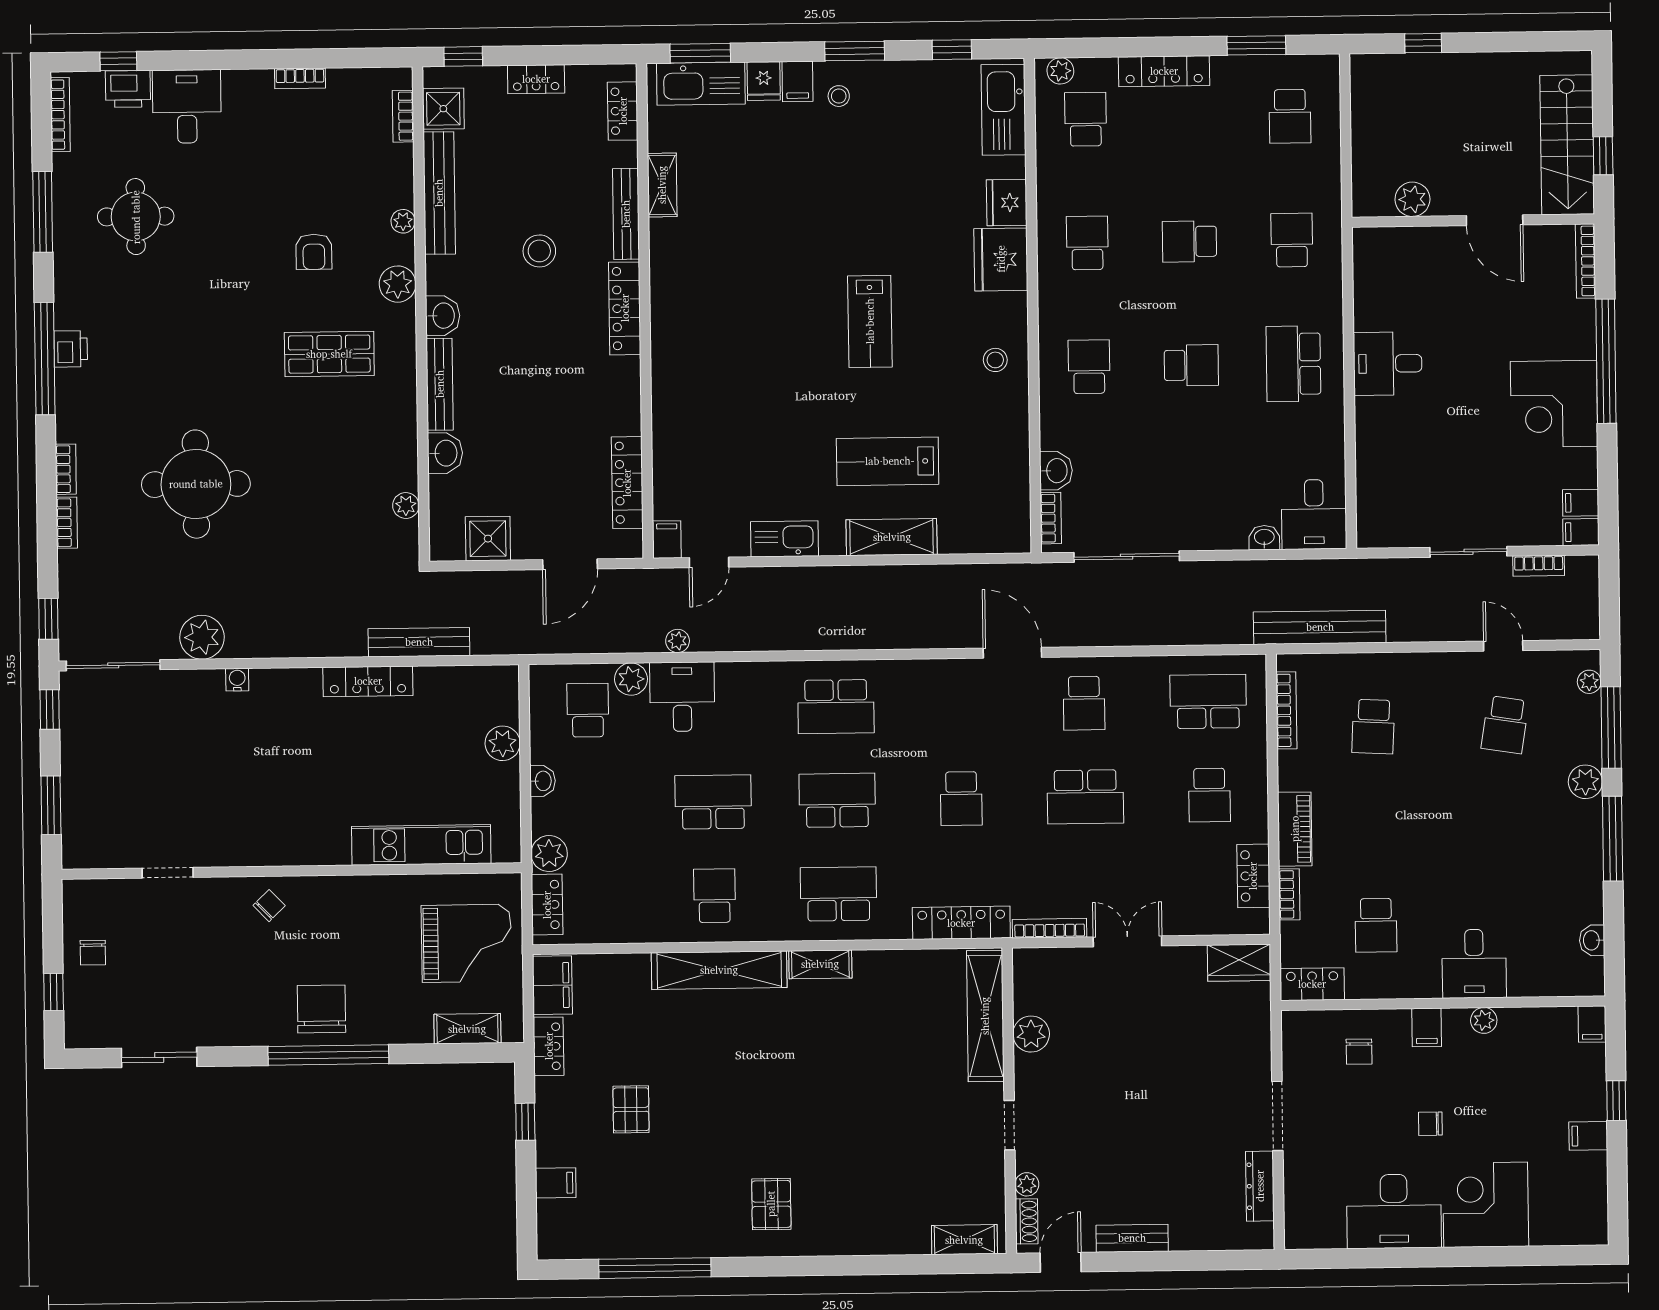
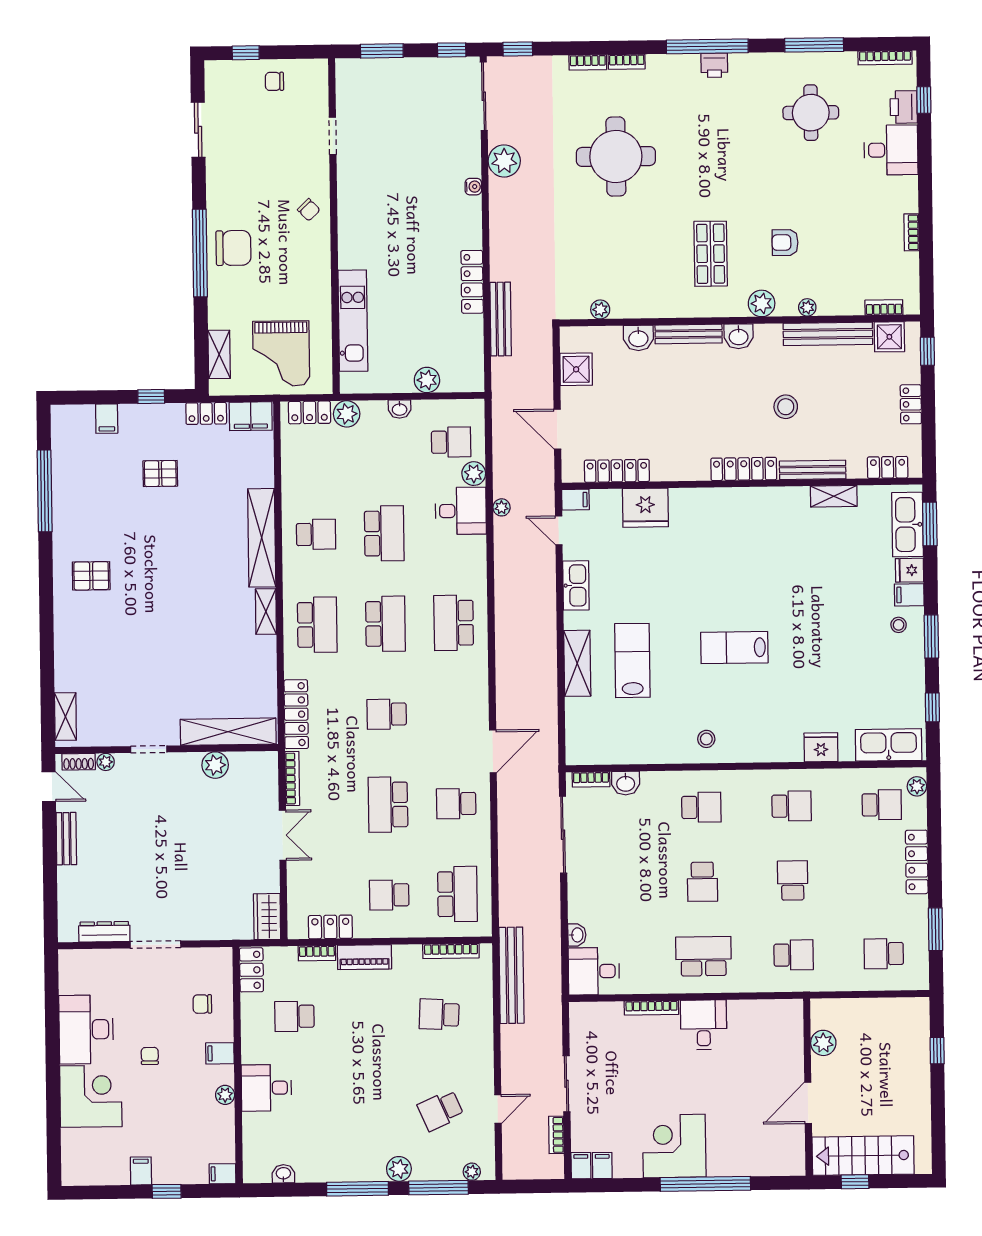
fridge: (1001, 259) -> (645, 508), moved, turned 180
bookcase: (1586, 261) -> (651, 1008), moved, turned 180
school desk: (1505, 725) -> (441, 1110), turned -33

